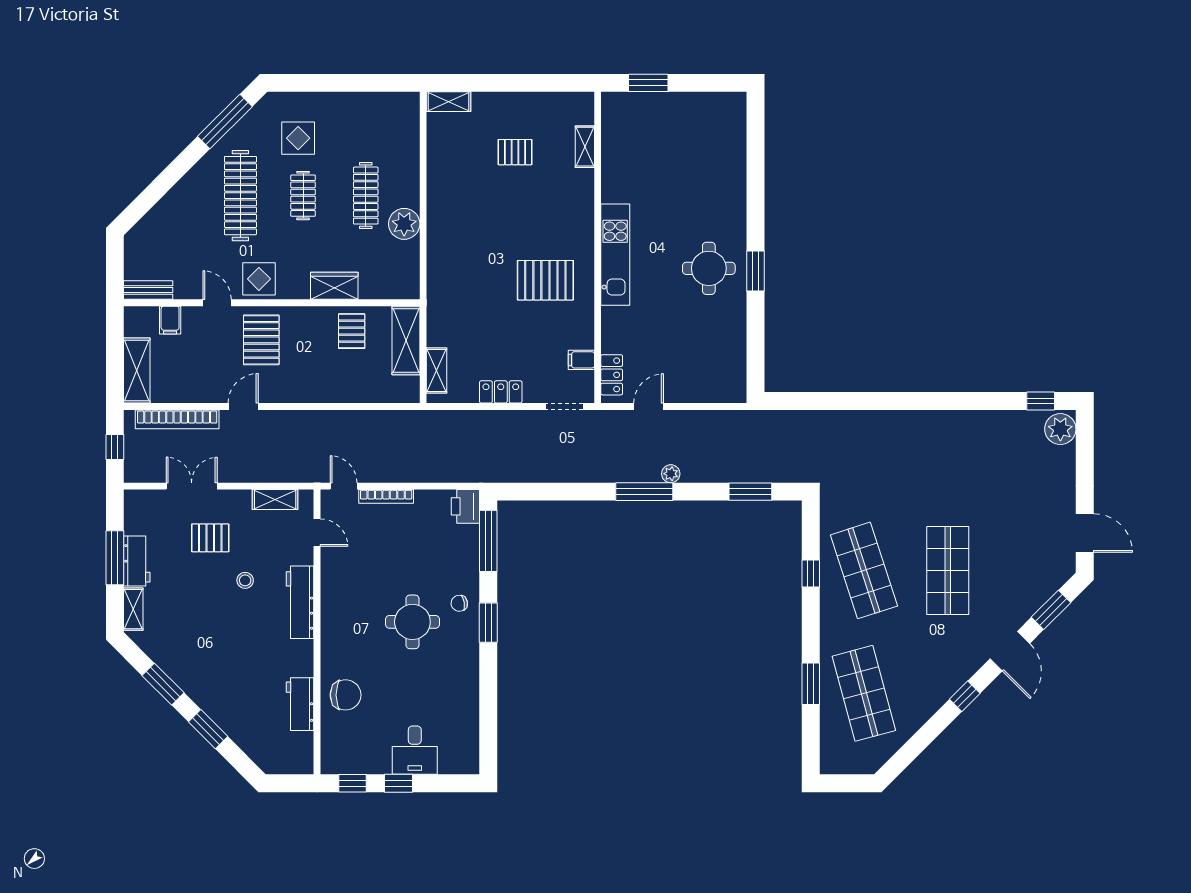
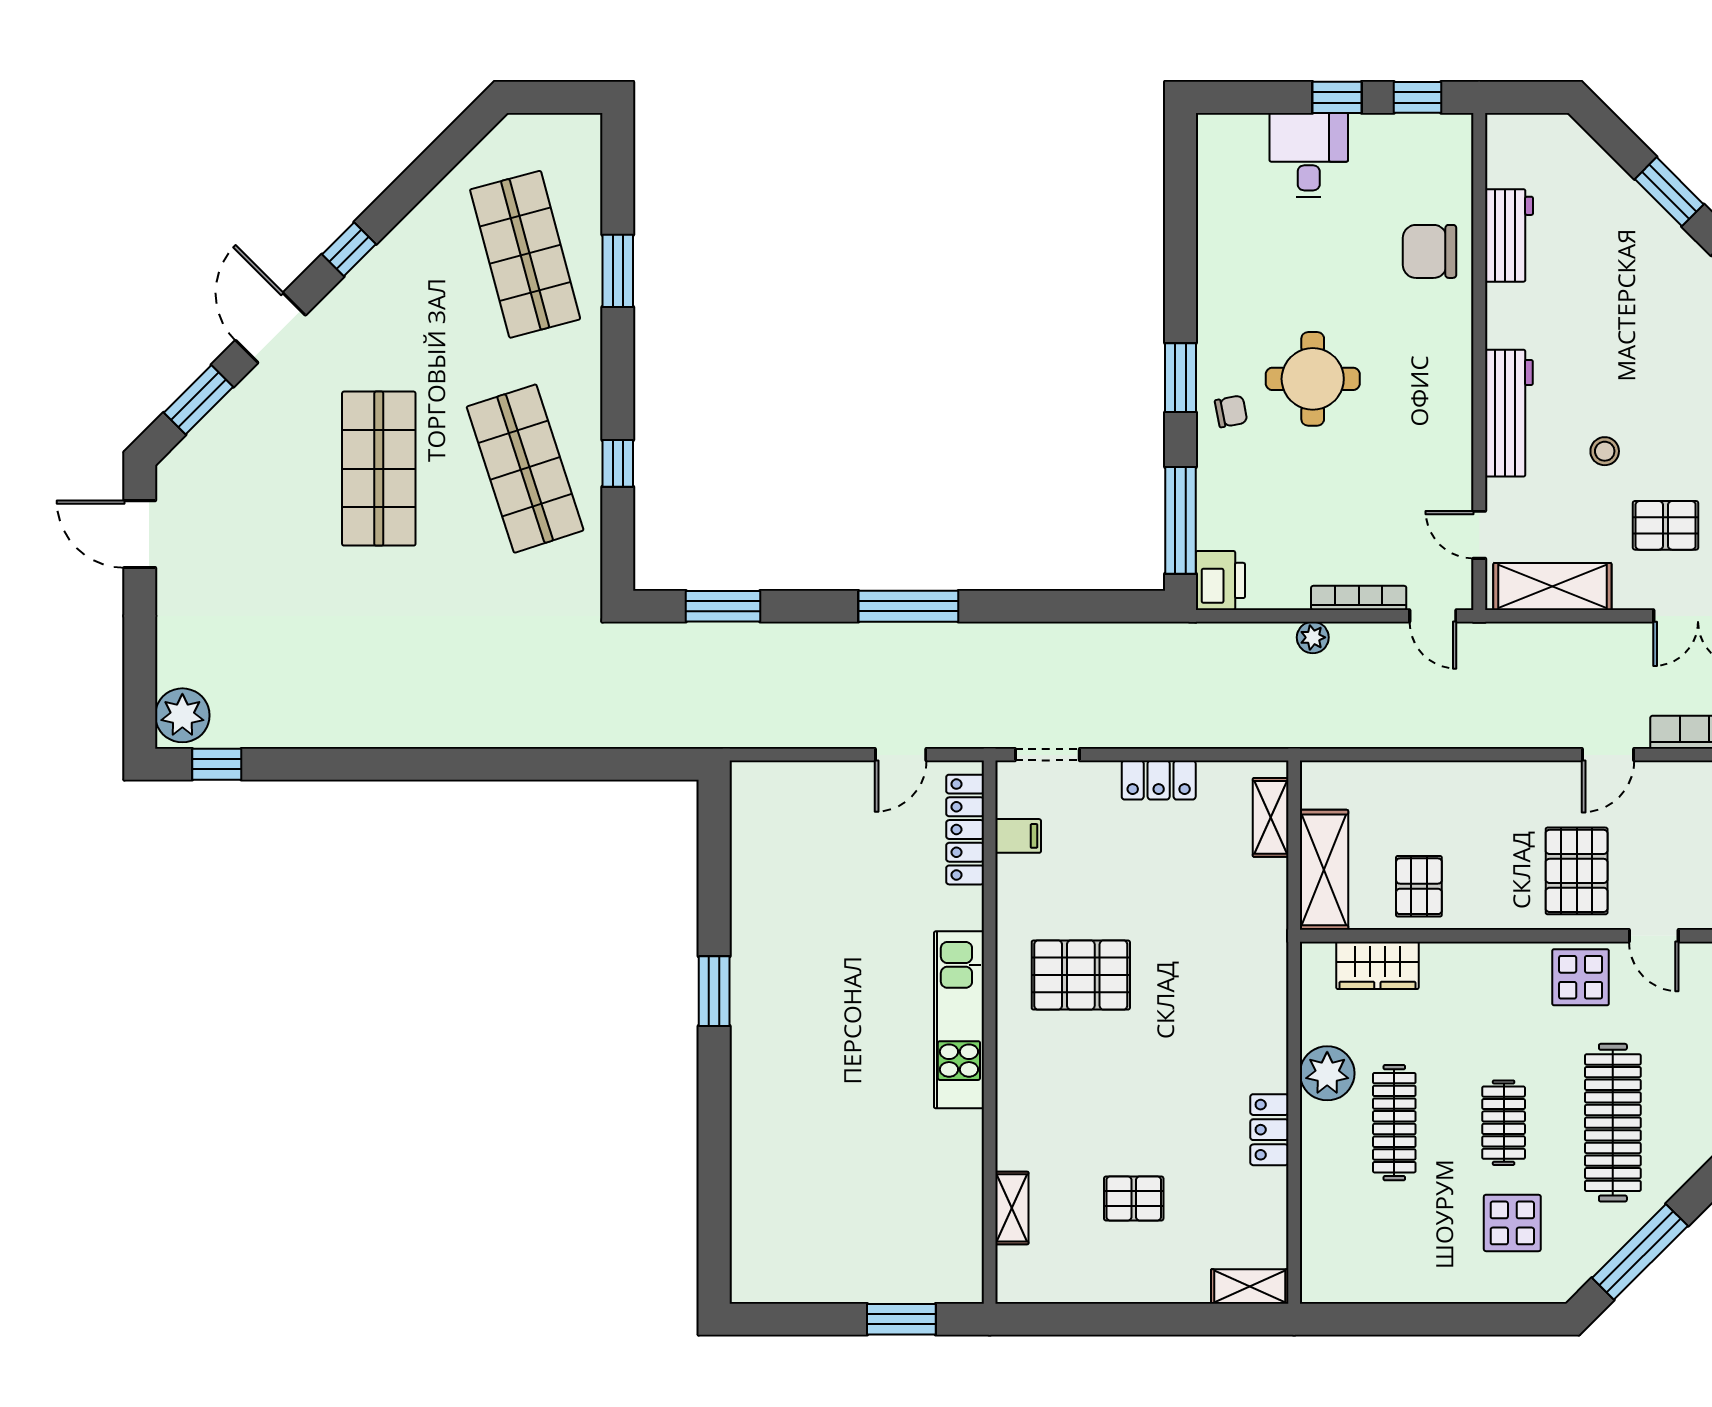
locker: (437, 192) -> (1269, 1130), added
round table: (709, 268) -> (796, 996), removed
wardrobe: (334, 286) -> (1377, 965), moved
locker: (612, 375) -> (965, 830), width x1.53
plant: (671, 474) -> (1313, 637), moved
shelving: (275, 500) -> (1552, 586), width x1.50, depth x1.33

